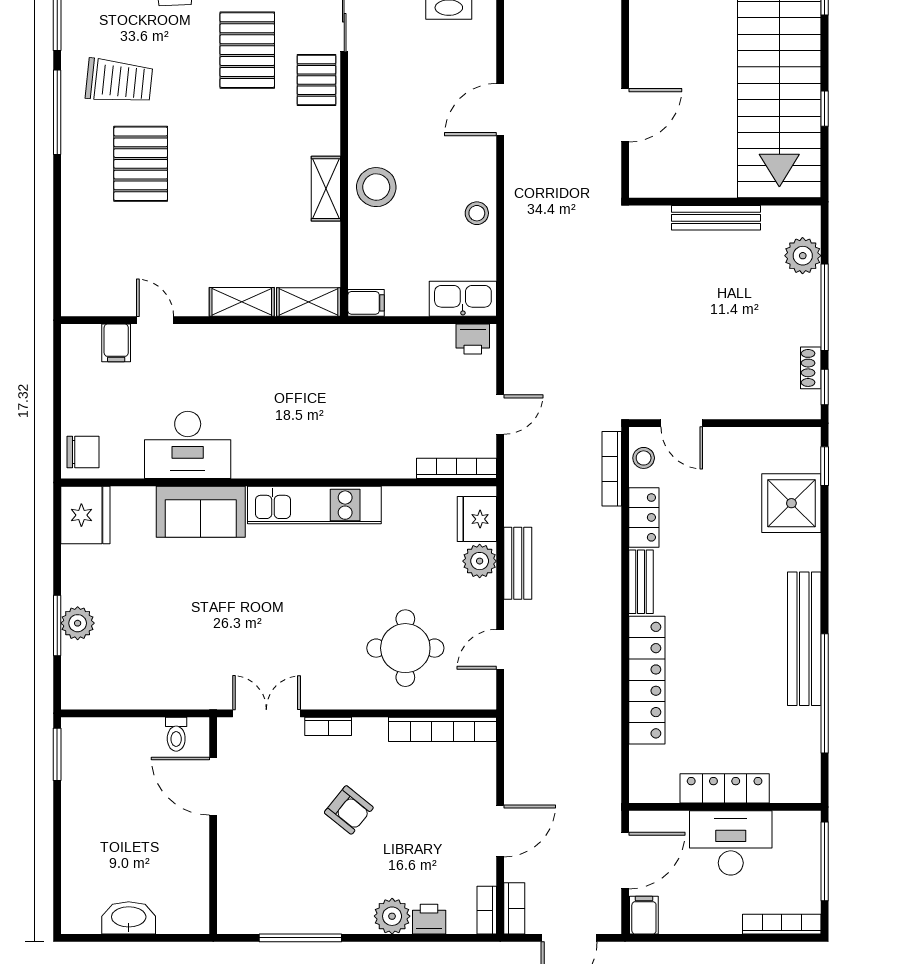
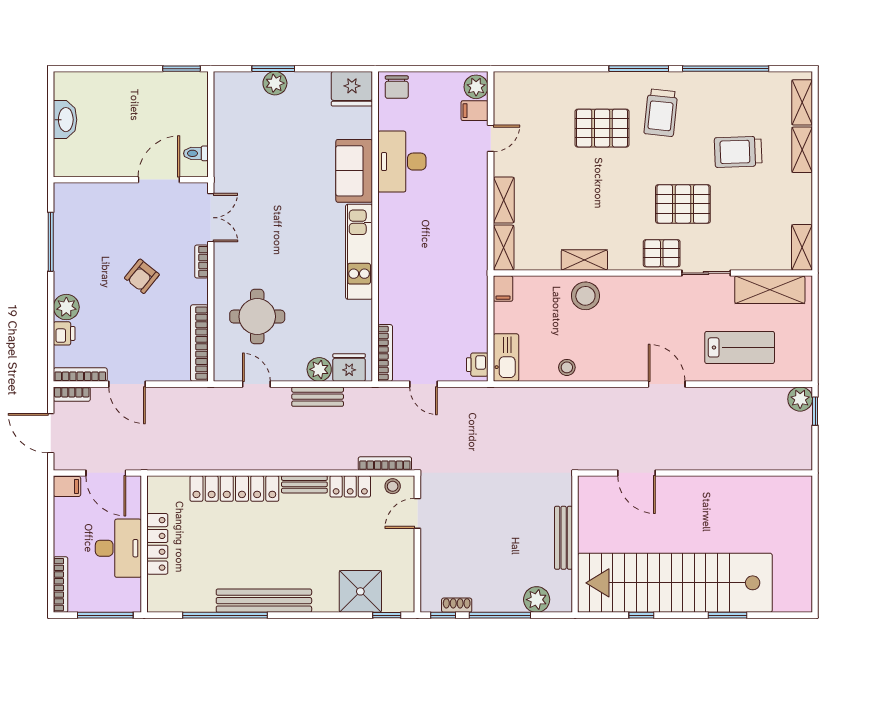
door: (500, 109) -> (667, 384), moved
plant: (83, 341) -> (476, 87), added
bookcase: (487, 910) -> (80, 375), width x1.56

